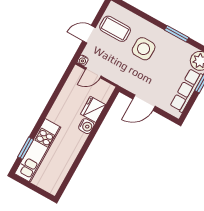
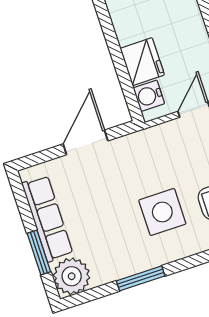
water cooler: (86, 126) -> (149, 96), moved

